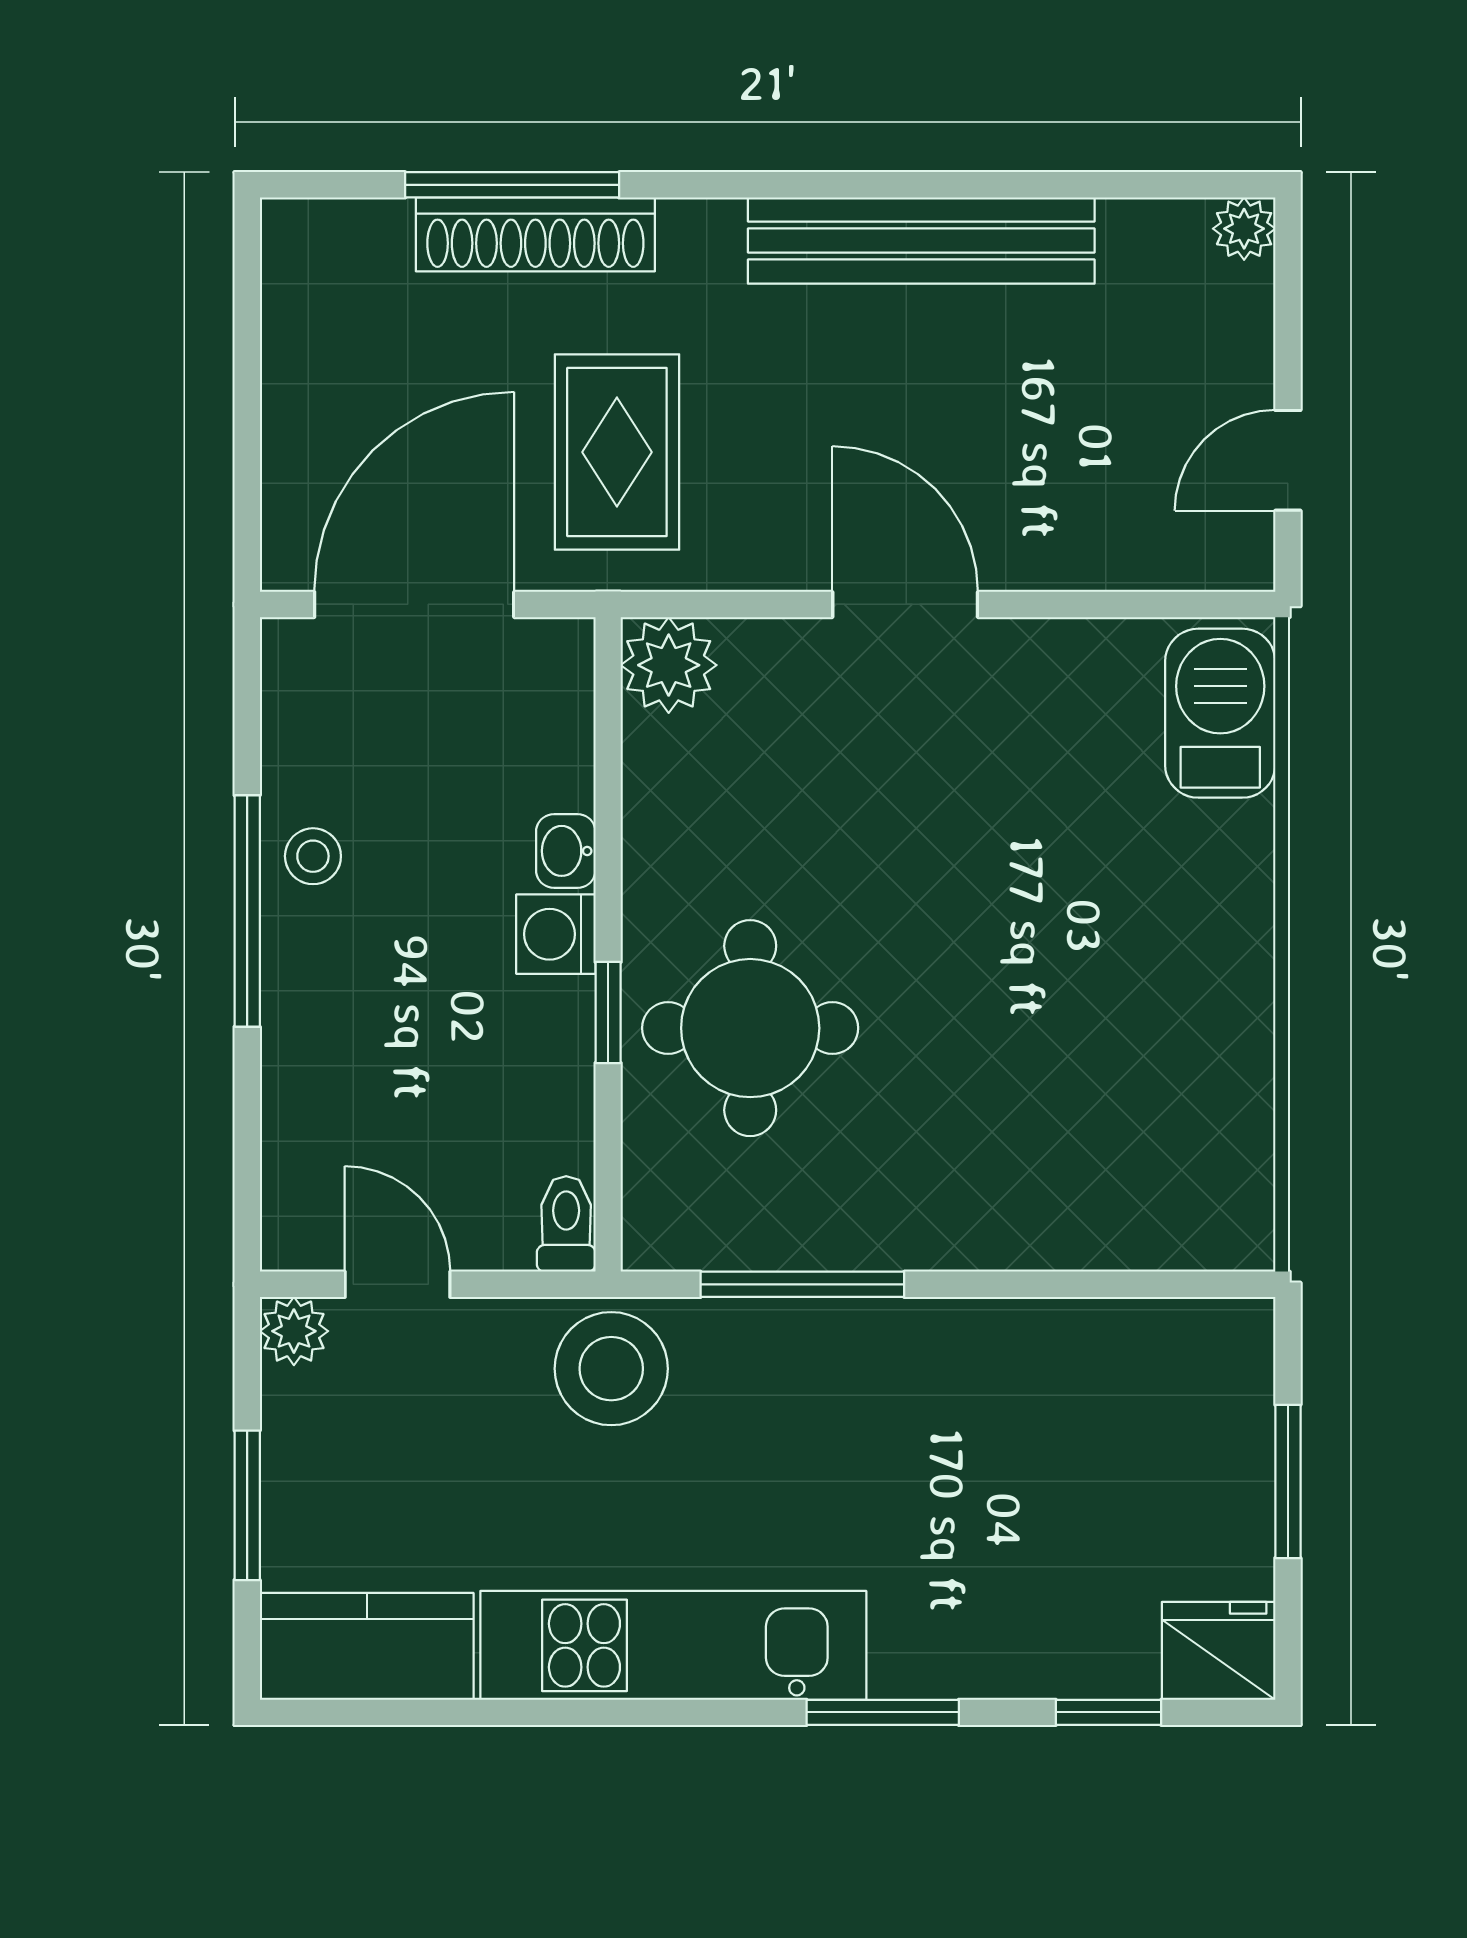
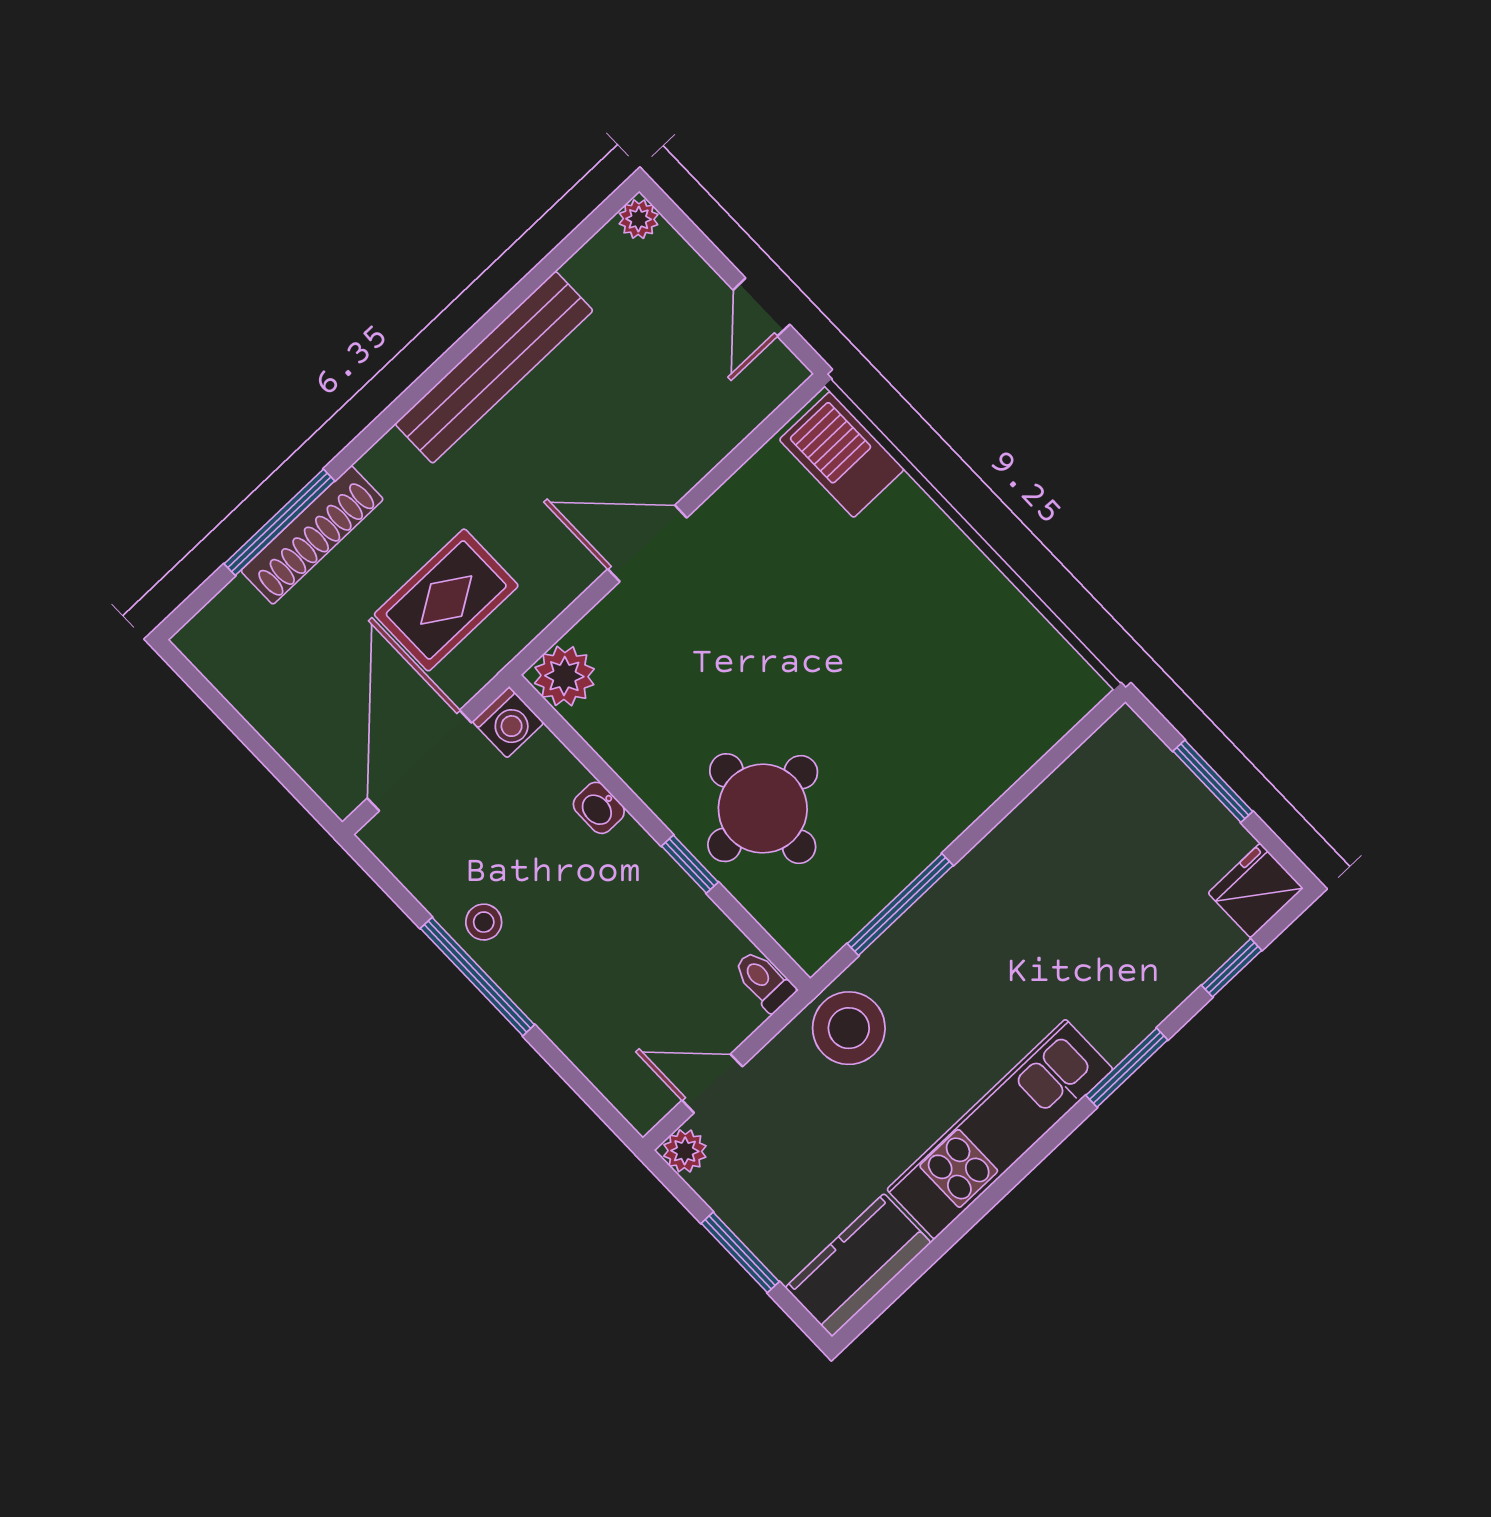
rug: (617, 452) -> (446, 600), turned 90
washing machine: (556, 934) -> (508, 722), moved, turned -90

